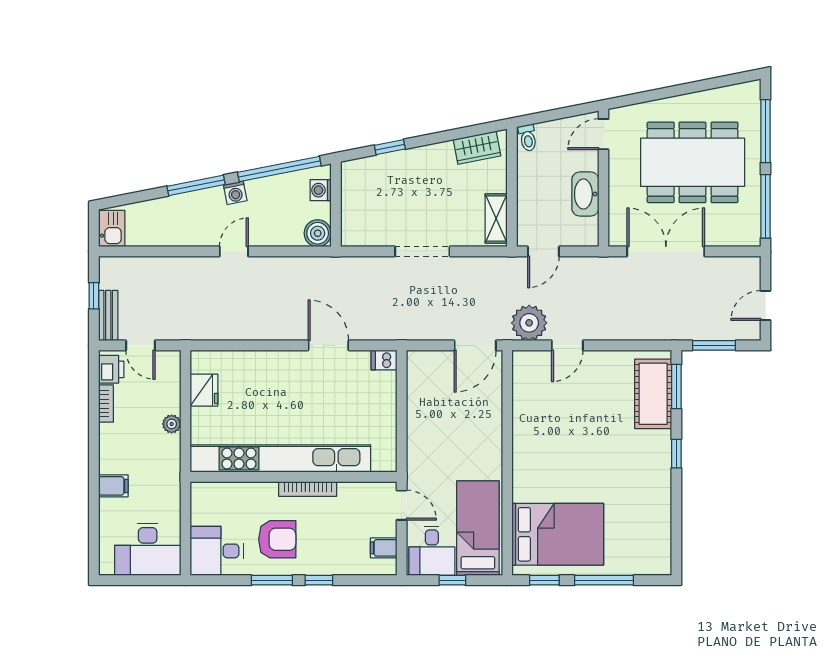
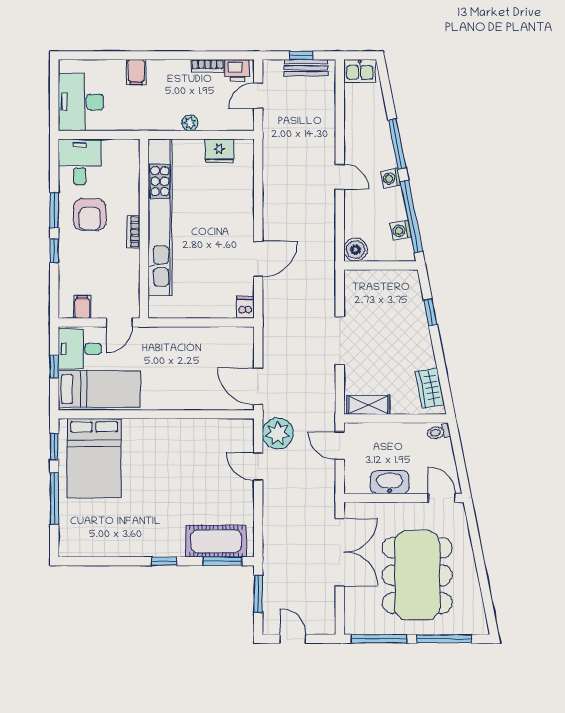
washing machine: (321, 190) -> (401, 230), moved, turned -101
bench: (108, 316) -> (306, 68), moved
bookcase: (308, 489) -> (133, 232), width x0.64

